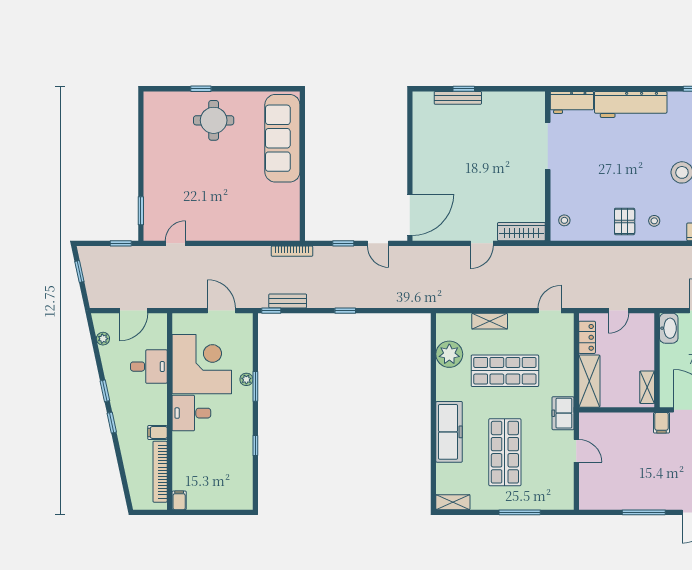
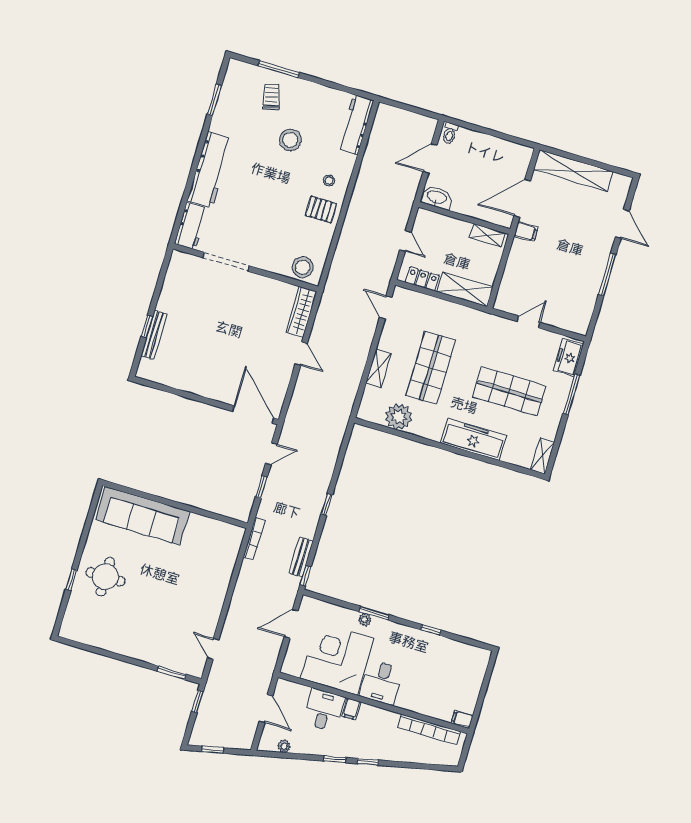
stool: (564, 220) -> (303, 267), width x1.89, depth x1.89
freezer: (563, 413) -> (568, 358), moved, turned 90
filing cabinet: (157, 432) -> (351, 709), moved

